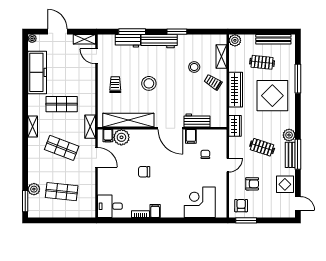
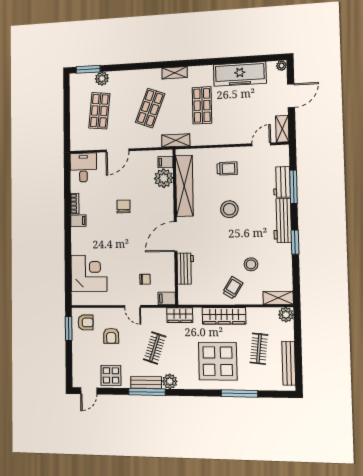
shelving: (221, 57) -> (278, 298), moved
filing cabinet: (191, 136) -> (167, 298), moved
door: (96, 157) -> (117, 150), moved

